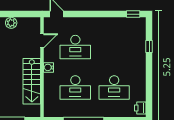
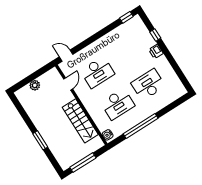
water cooler: (49, 67) -> (108, 135), moved
desk: (114, 87) -> (148, 85), turned 180
printer: (140, 108) -> (156, 51), moved

